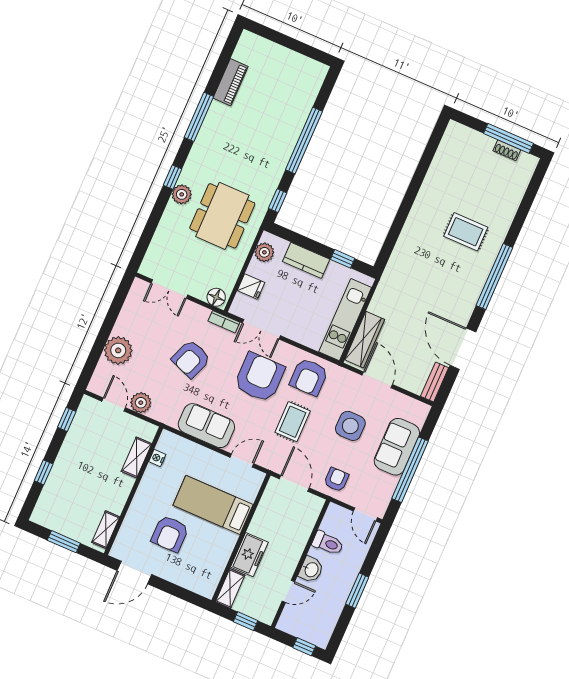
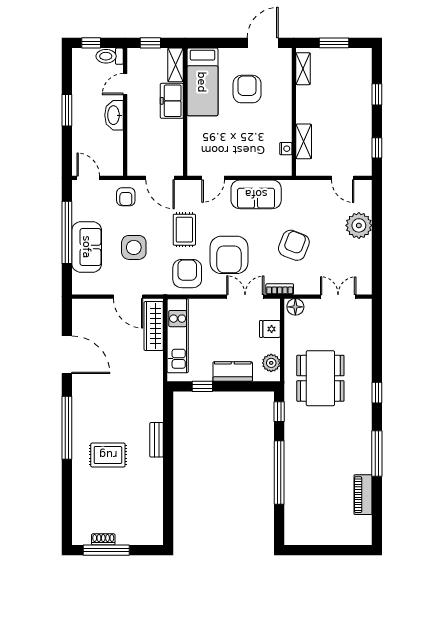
plant: (182, 194) -> (363, 381), removed
bench: (435, 382) -> (157, 440), moved
plant: (141, 403) -> (320, 189), removed
bed: (213, 505) -> (202, 82), moved, turned 90
toilet: (328, 543) -> (110, 56), moved
washbasin: (311, 569) -> (114, 115), width x1.38

